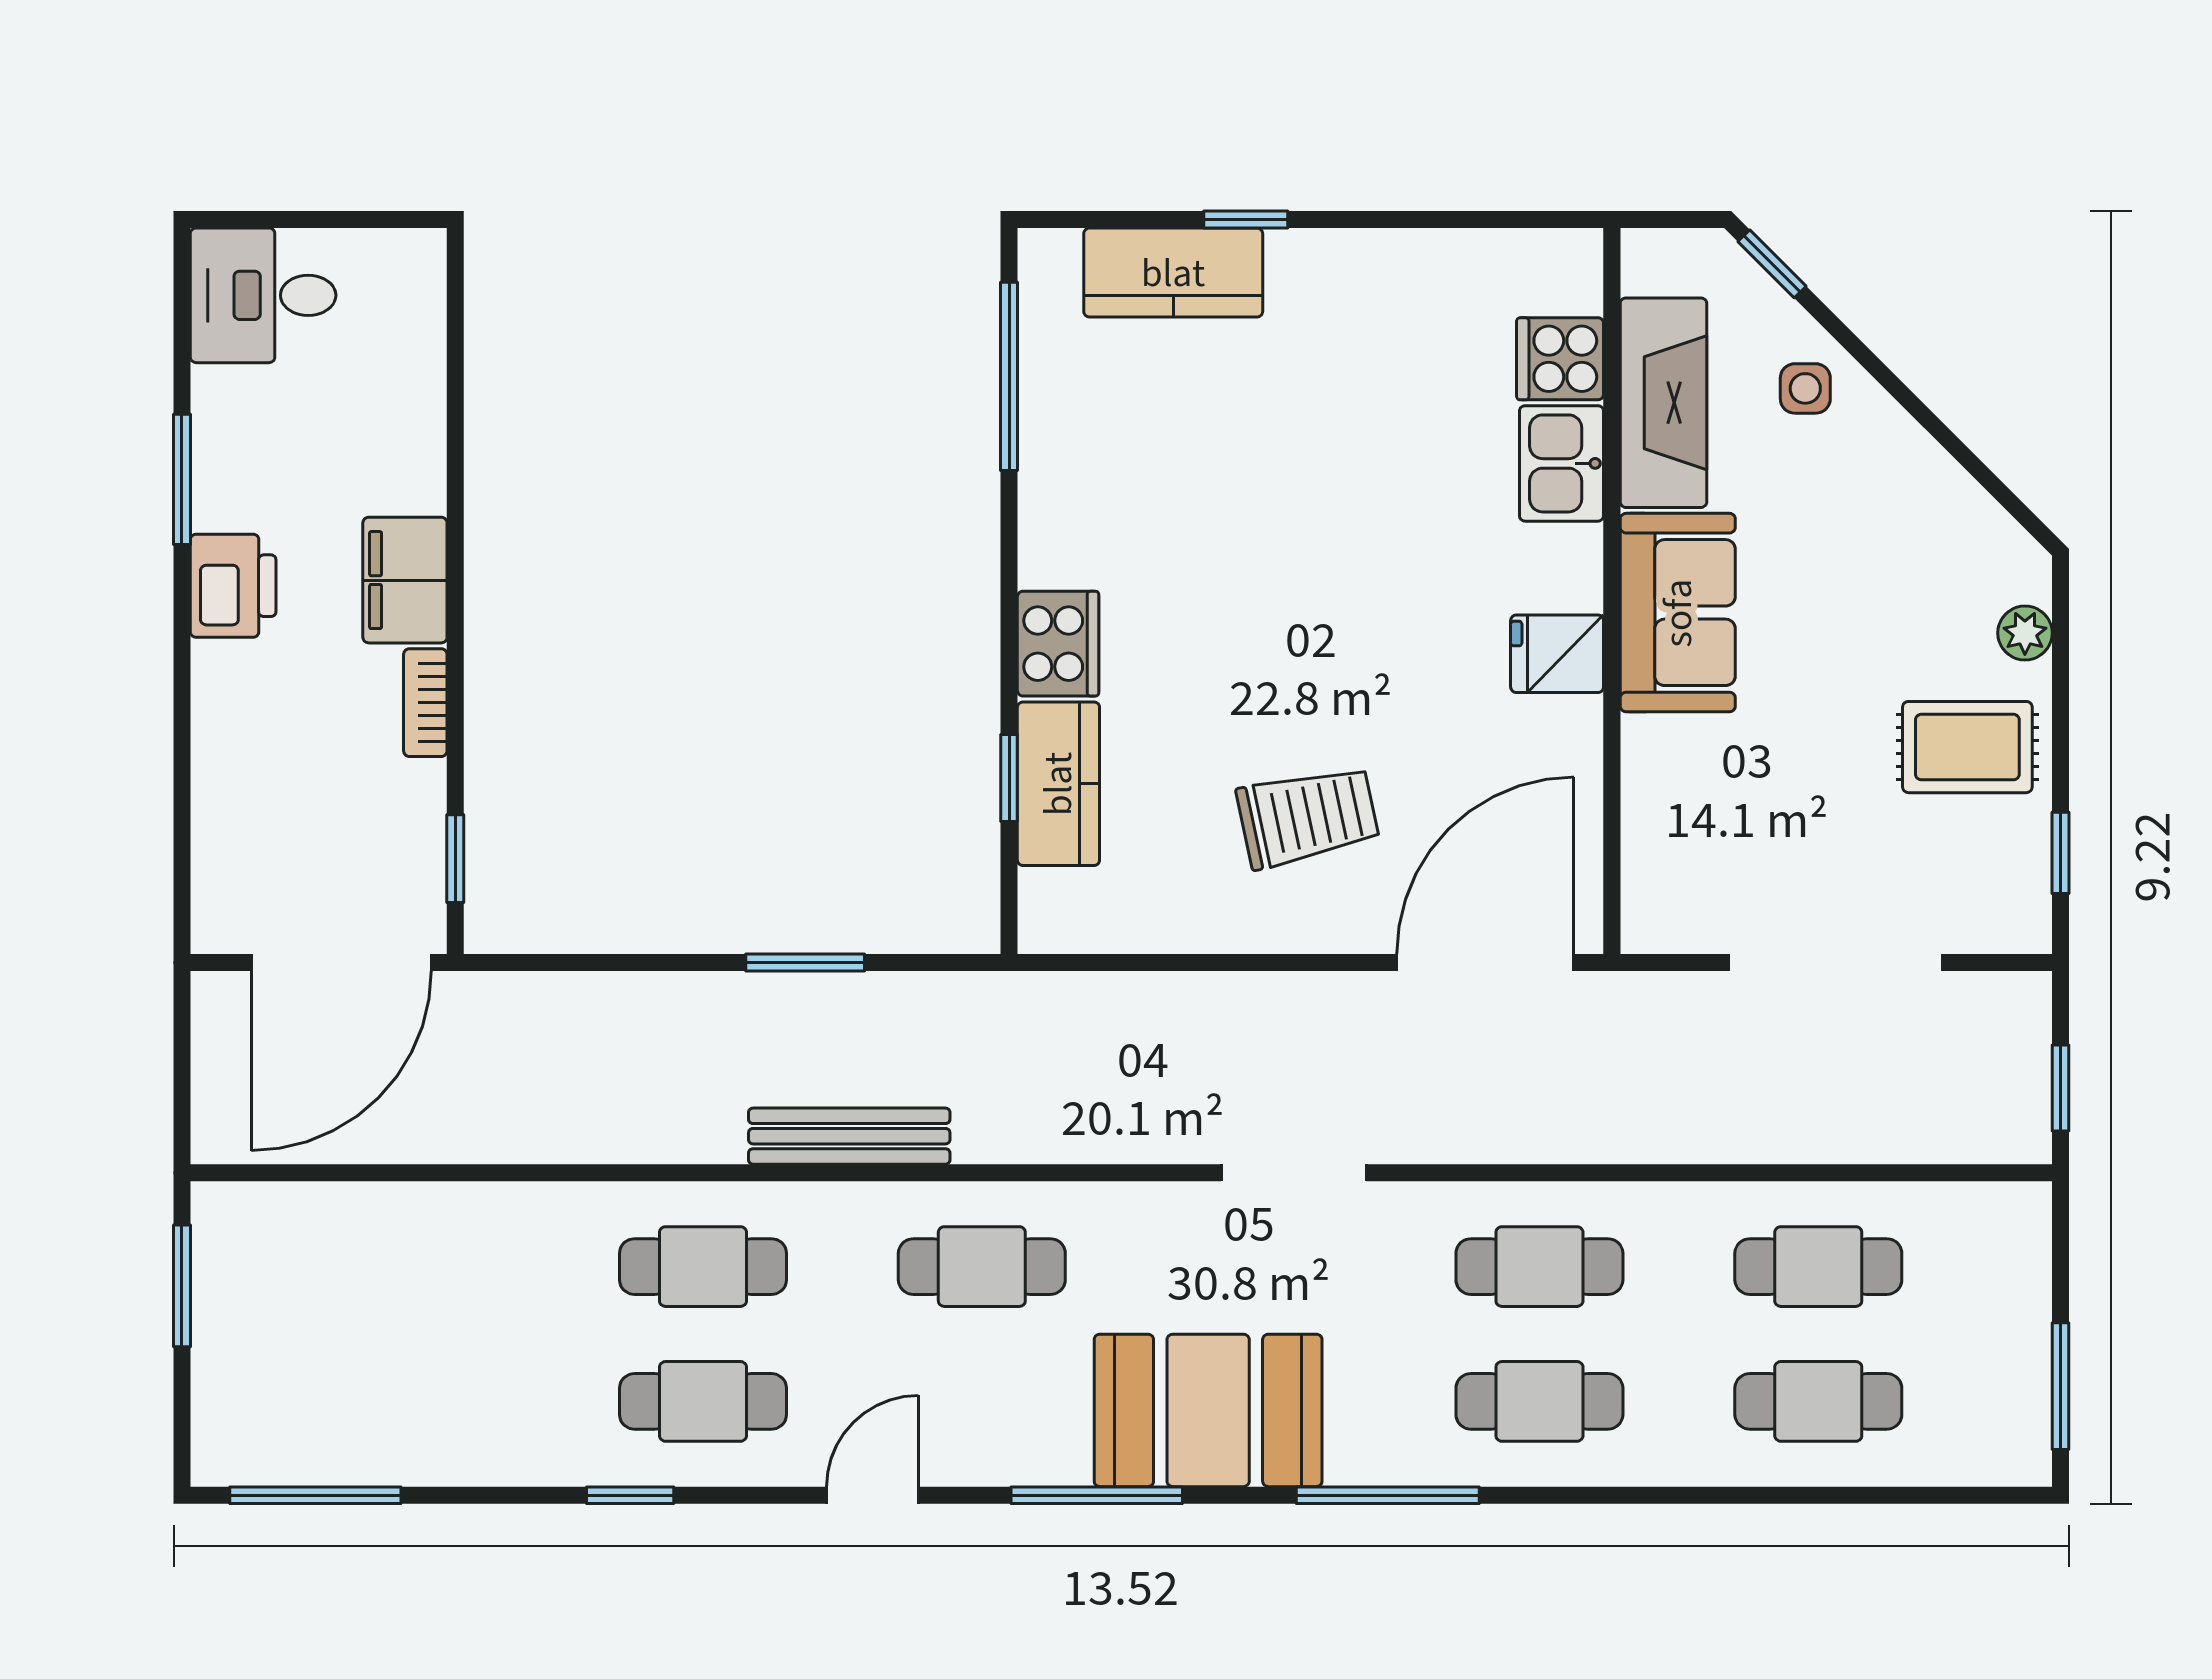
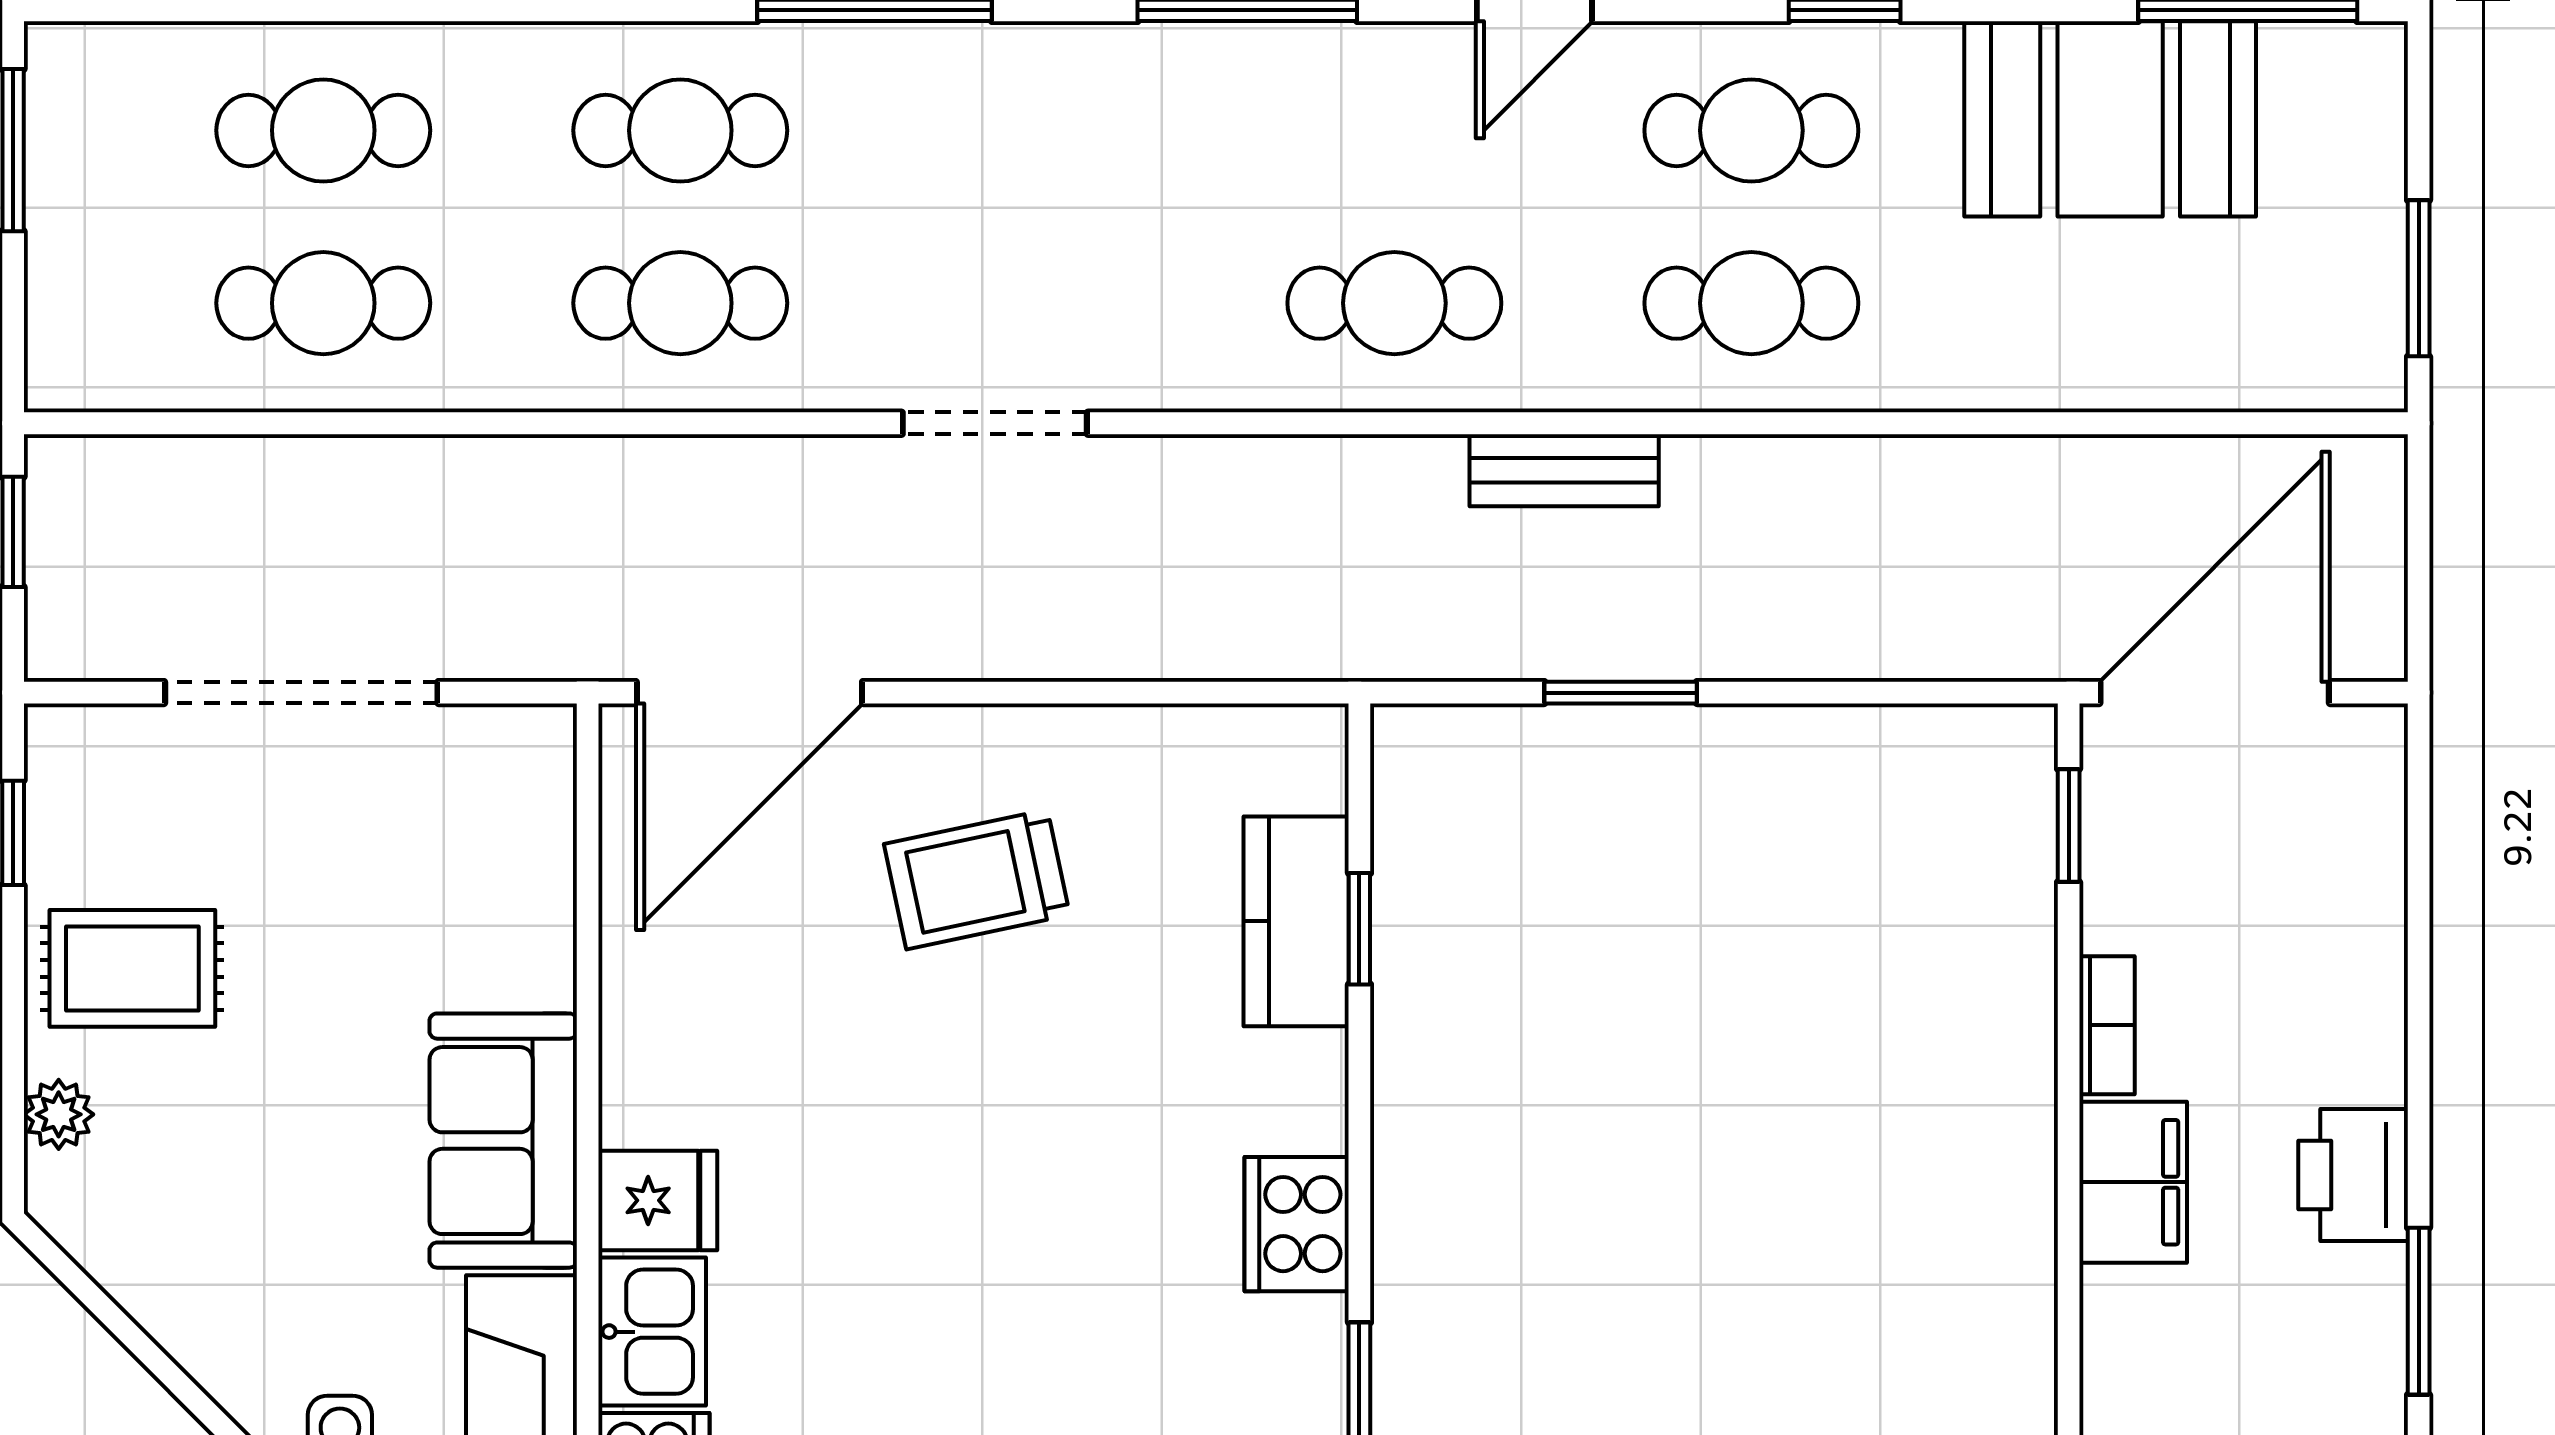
cooker: (1058, 644) -> (1297, 1224), moved
fridge: (1557, 654) -> (658, 1200), moved
bench: (849, 1136) -> (1564, 470), width x0.73
booth: (1208, 1410) -> (2110, 119), moved

